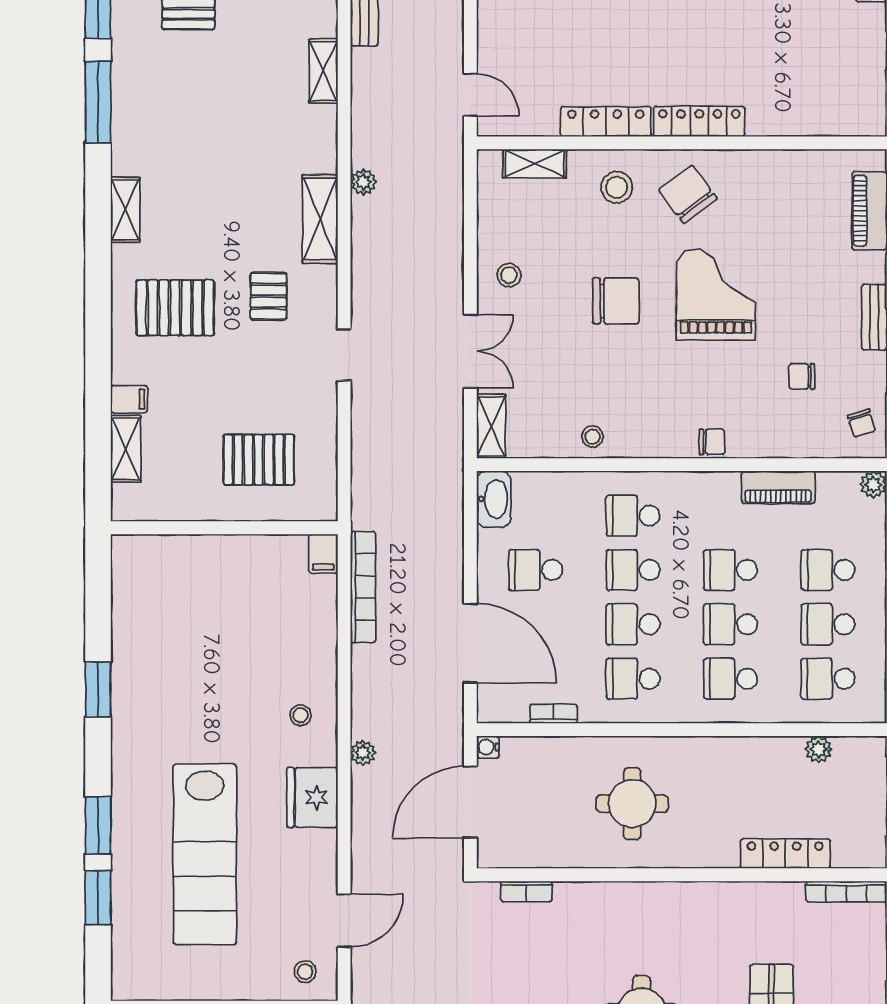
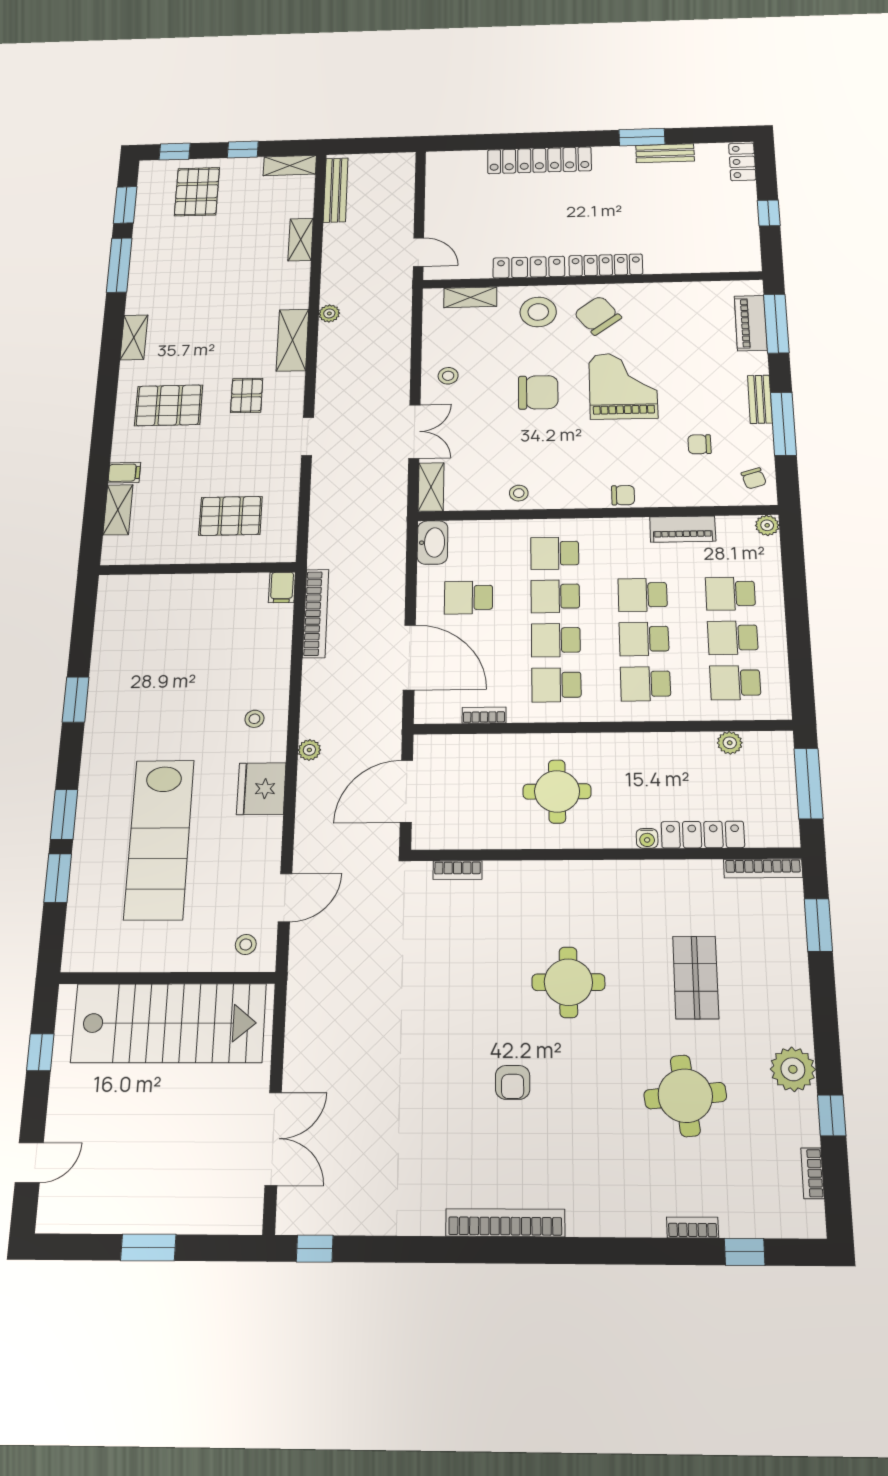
stool: (617, 187) -> (538, 312), width x1.38, depth x1.38
water cooler: (488, 747) -> (647, 838), moved, turned -90

